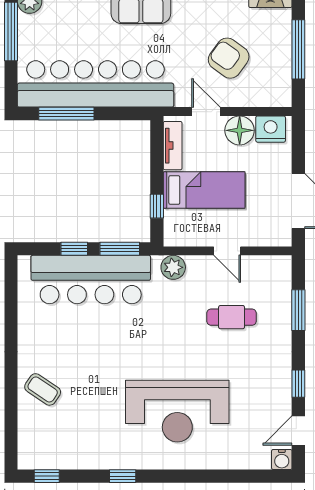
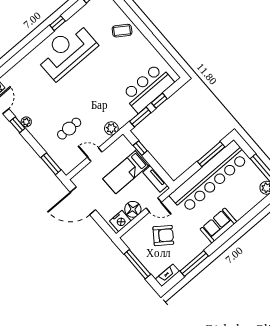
bar counter: (91, 280) -> (148, 88), width x0.73
window: (298, 310) -> (51, 164), moved
plant: (283, 377) -> (26, 122), added
reception desk: (177, 411) -> (66, 51), moved

